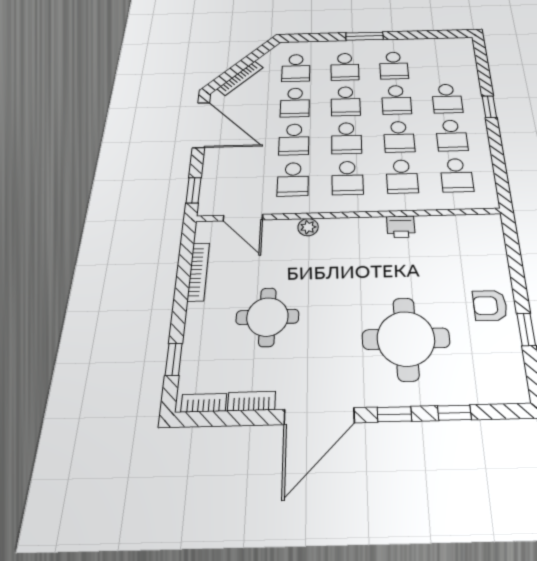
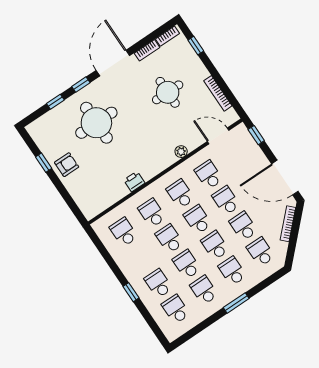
school desk: (452, 135) -> (176, 309), moved

